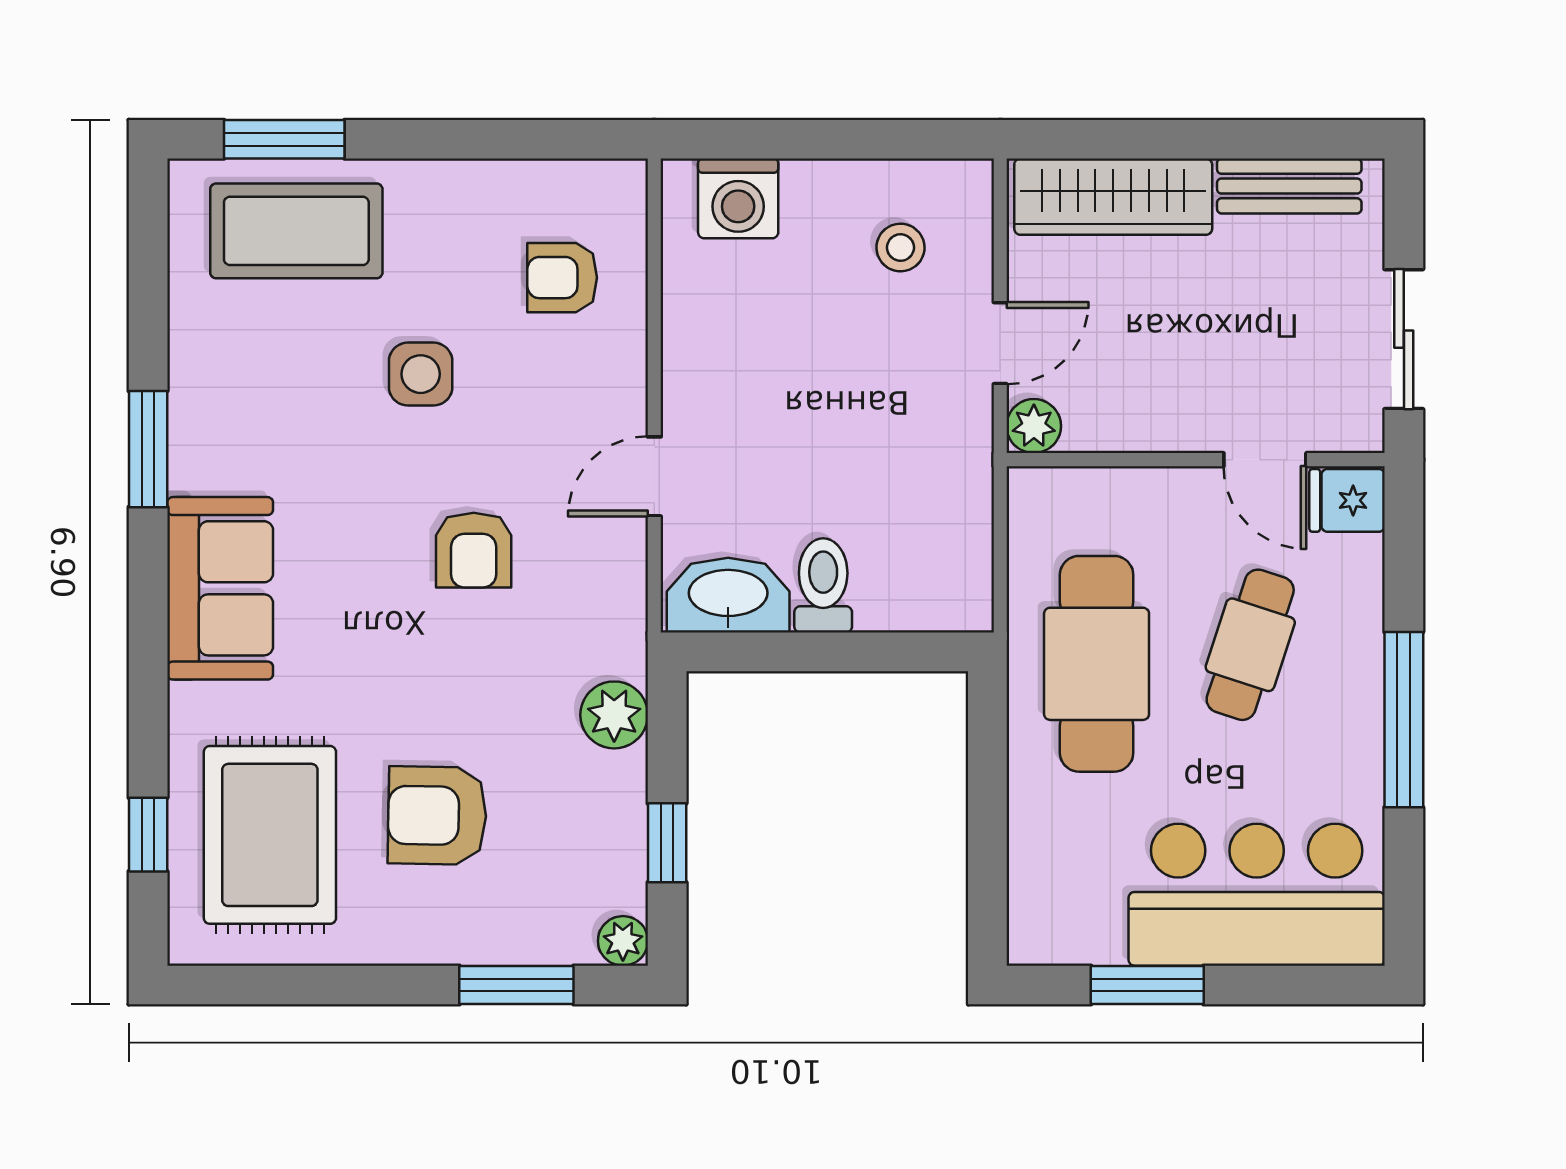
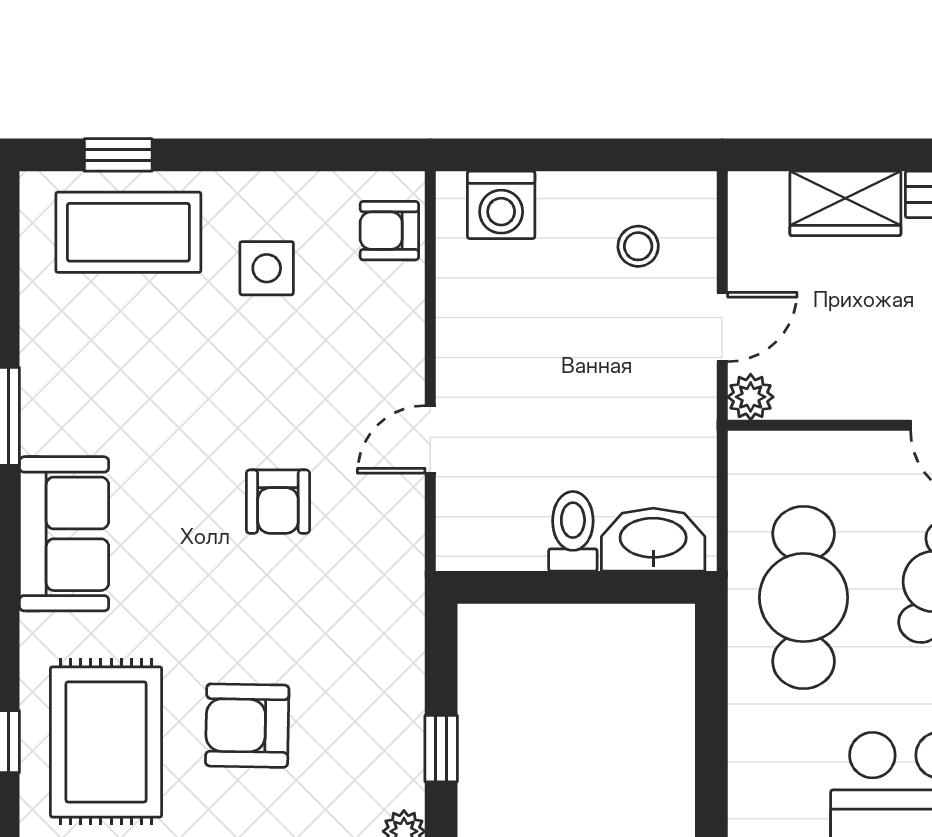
window: (284, 139) -> (118, 155), width x0.67
wardrobe: (1113, 197) -> (845, 203), width x0.67
armchair: (562, 278) -> (389, 231), moved
side table: (421, 374) -> (267, 268), moved
washbasin: (728, 595) -> (653, 540), moved
plant: (614, 715) -> (397, 641), removed

